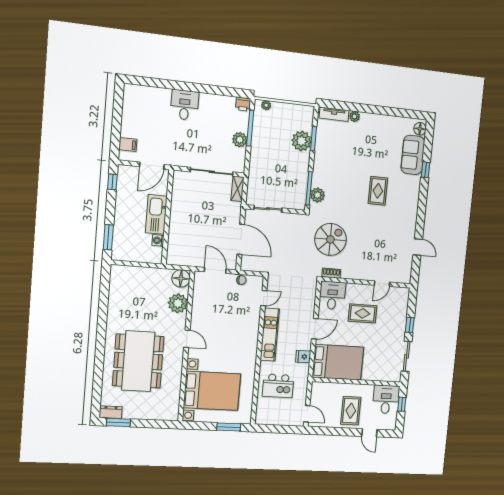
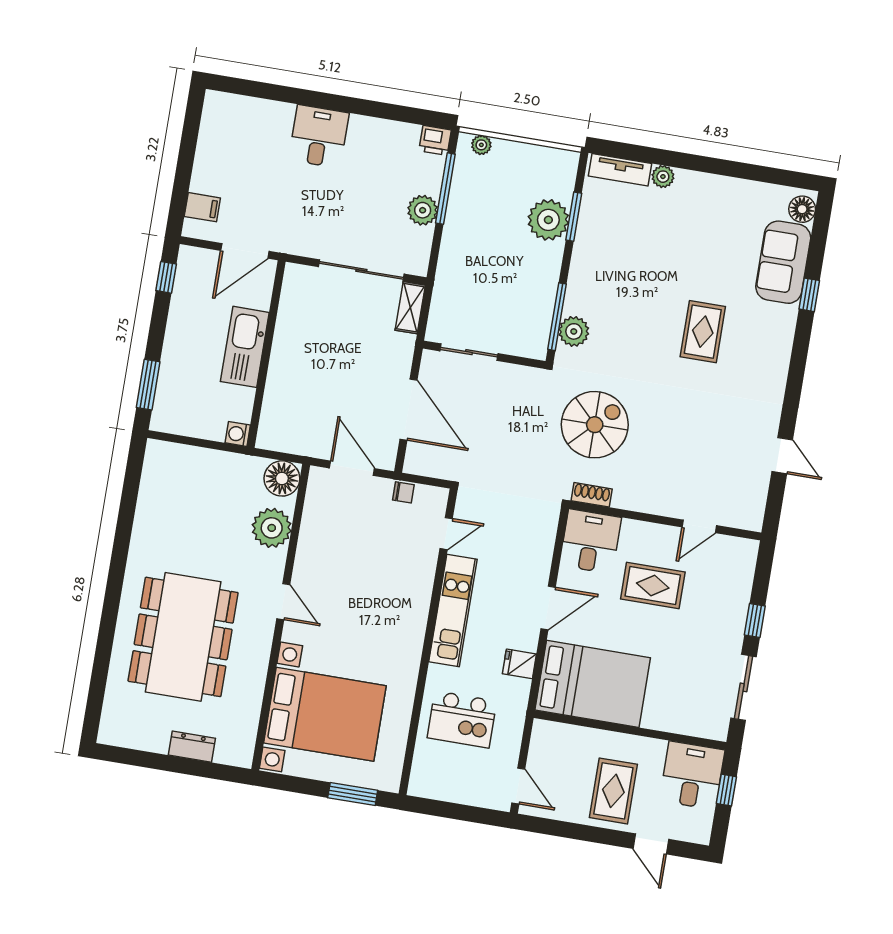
washing machine: (158, 240) -> (238, 434), moved
dresser: (111, 412) -> (192, 747), moved
window: (118, 422) -> (133, 757), removed

